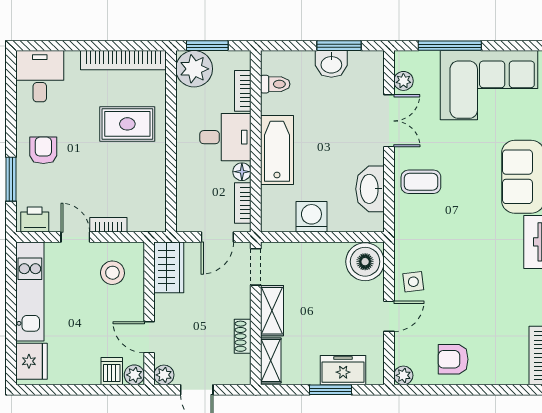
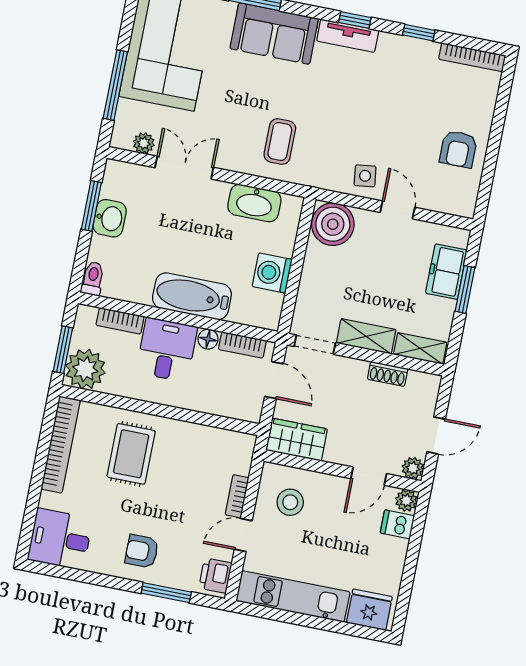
toilet: (275, 84) -> (93, 278), moved
coffee table: (421, 182) -> (280, 142), moved
plant: (403, 375) -> (465, 207), removed

